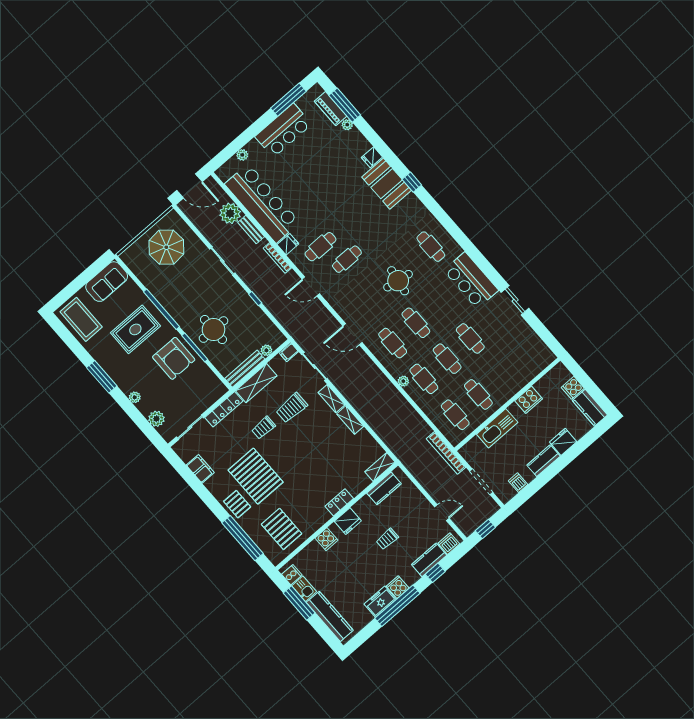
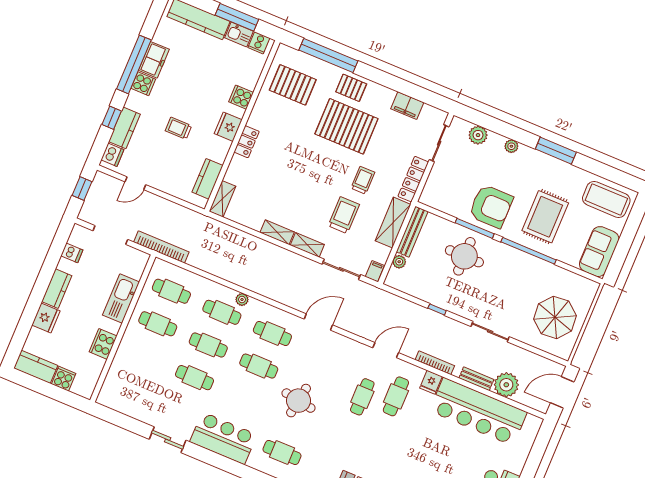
plant: (242, 155) -> (523, 451), removed
armchair: (174, 358) -> (491, 206), turned 180
trolley: (387, 539) -> (178, 128), turned -90

